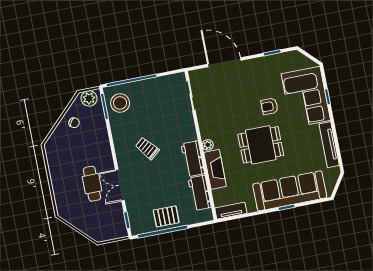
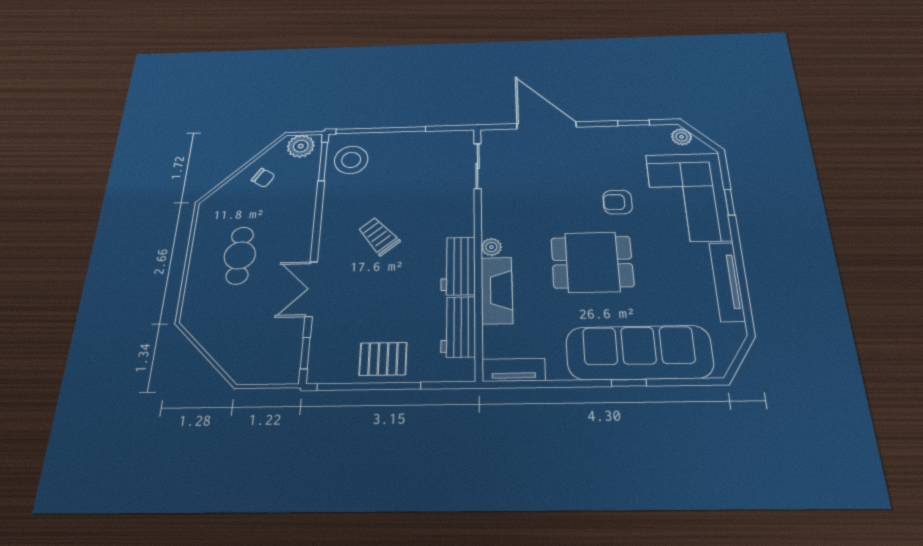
plant: (299, 58) -> (682, 137), added
cafe table: (92, 184) -> (240, 255), moved

